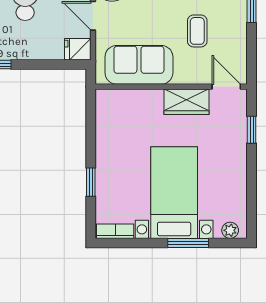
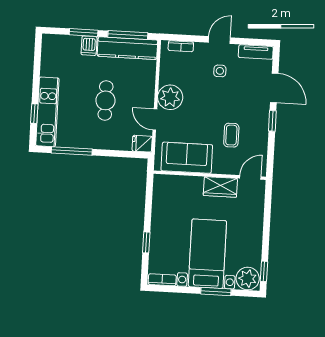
door: (226, 87) -> (250, 177), hinge flipped
window: (252, 130) -> (264, 271), moved
plant: (230, 230) -> (248, 279), width x1.88, depth x1.88

